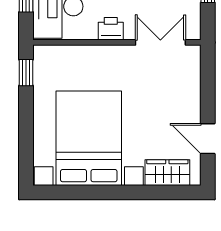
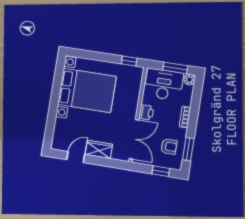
double door: (160, 42) -> (134, 139), width x1.37
wardrobe: (167, 173) -> (99, 149), moved, turned -90

